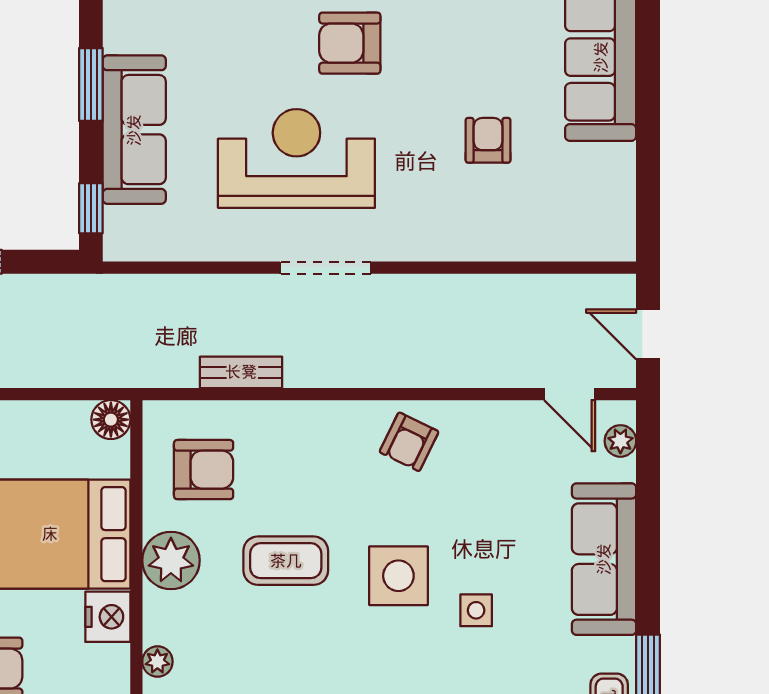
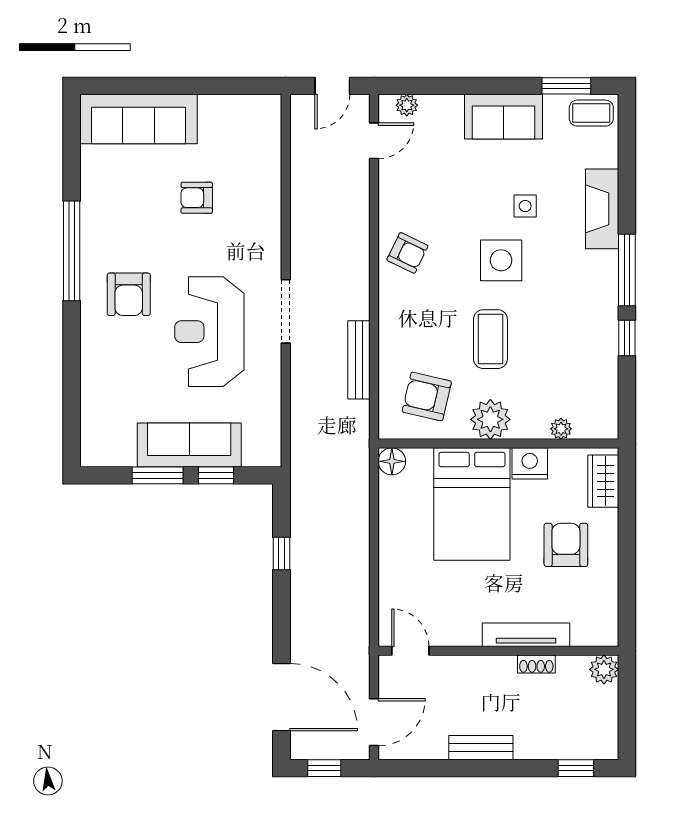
window: (91, 208) -> (216, 475), moved
bench: (241, 372) -> (359, 360), width x1.36
armchair: (204, 470) -> (427, 397), turned -77
sofa: (604, 559) -> (503, 117), width x0.73

